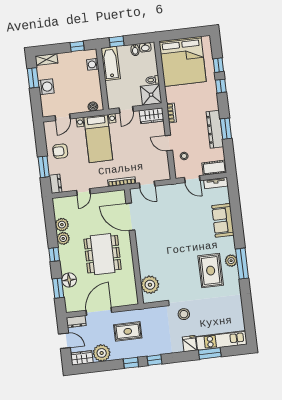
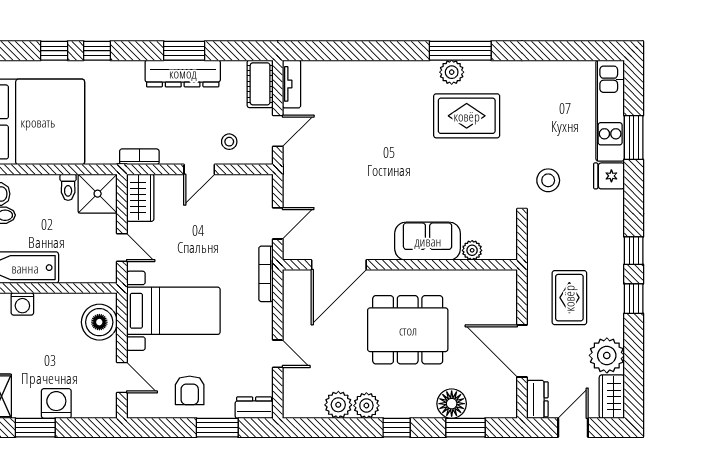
boiler: (93, 107) -> (99, 322), width x1.86, depth x1.86
sofa: (223, 220) -> (428, 241), moved, turned 180
plant: (150, 285) -> (472, 250), width x0.53, depth x0.53

